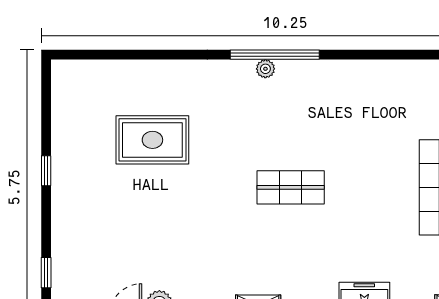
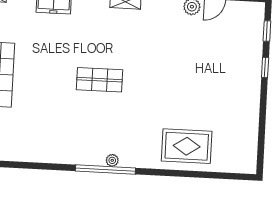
rug: (152, 140) -> (187, 146), moved
window: (46, 171) -> (265, 68), moved

